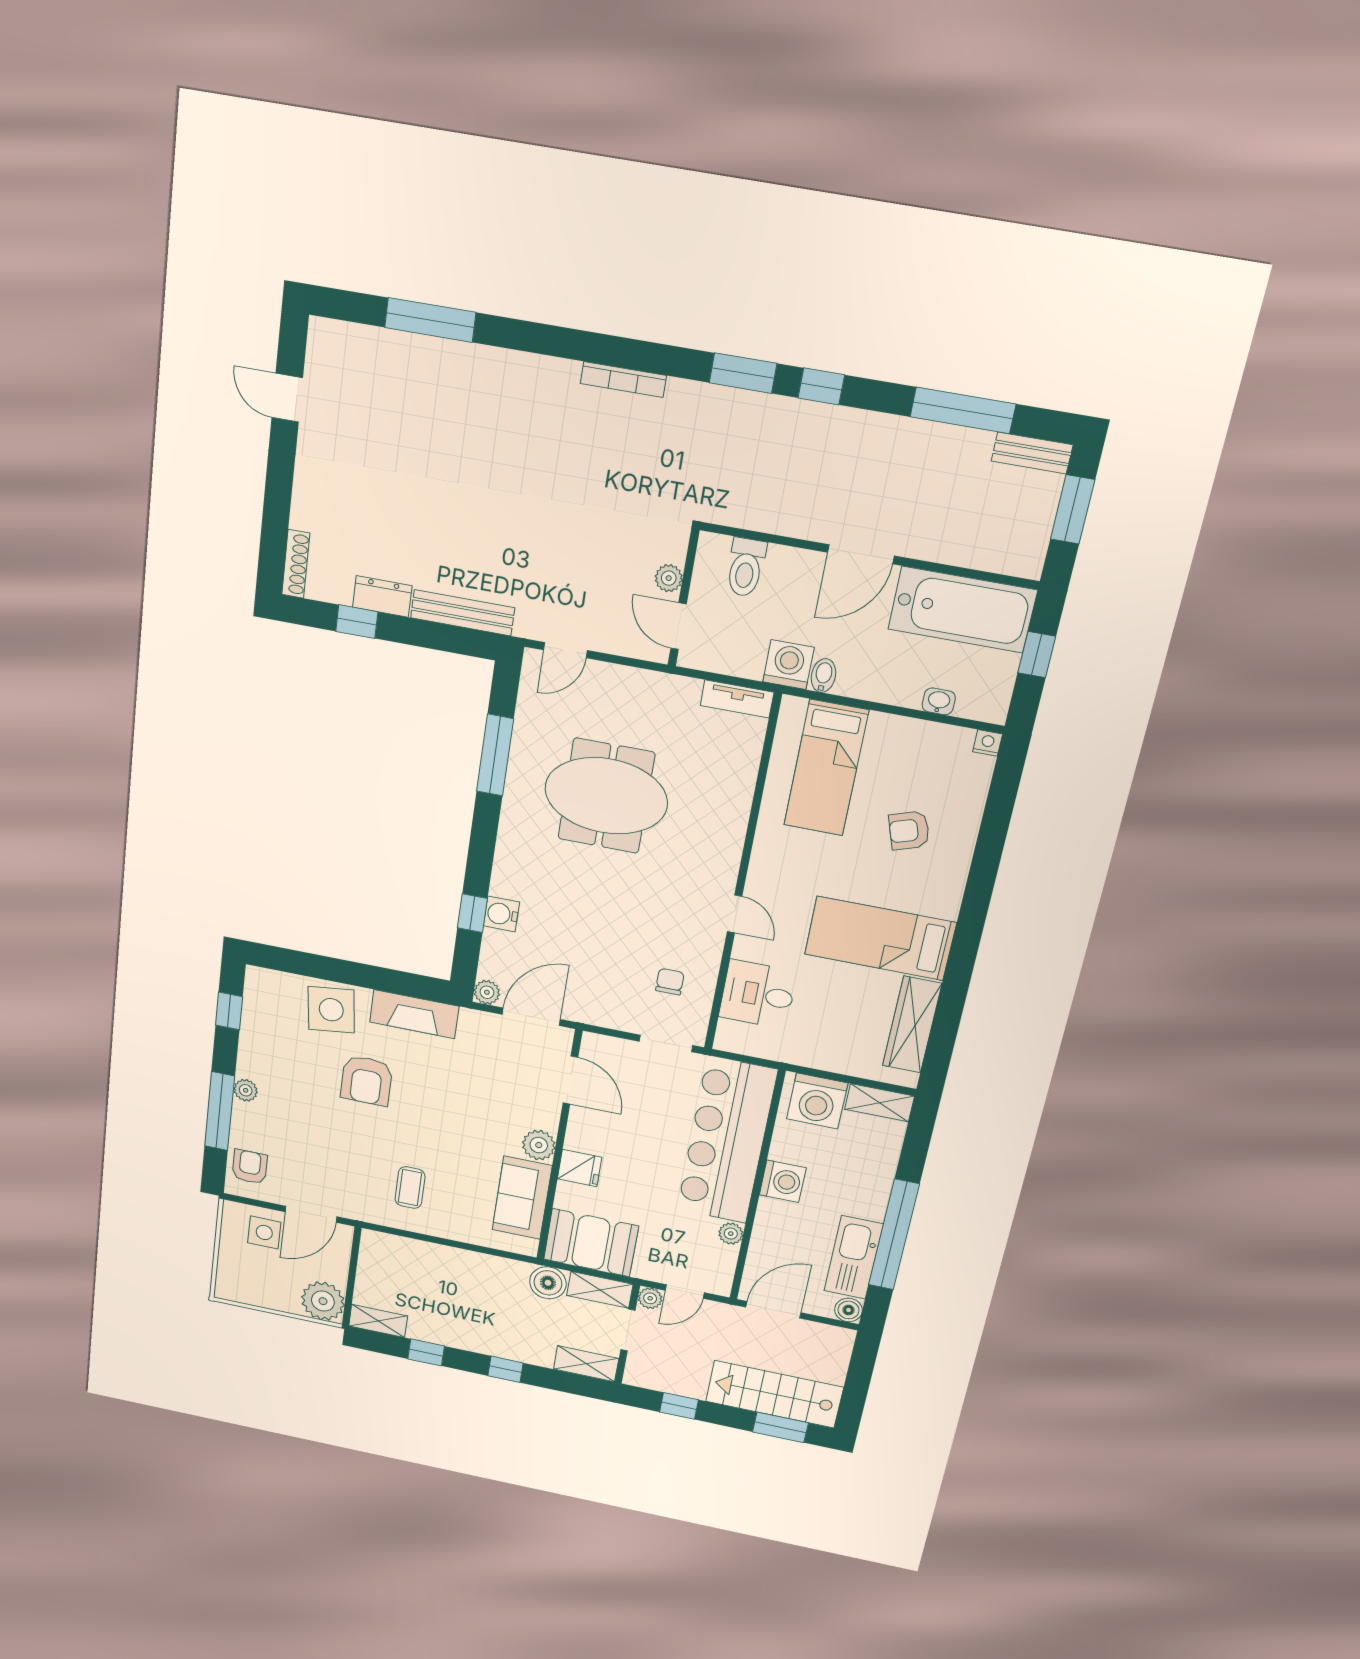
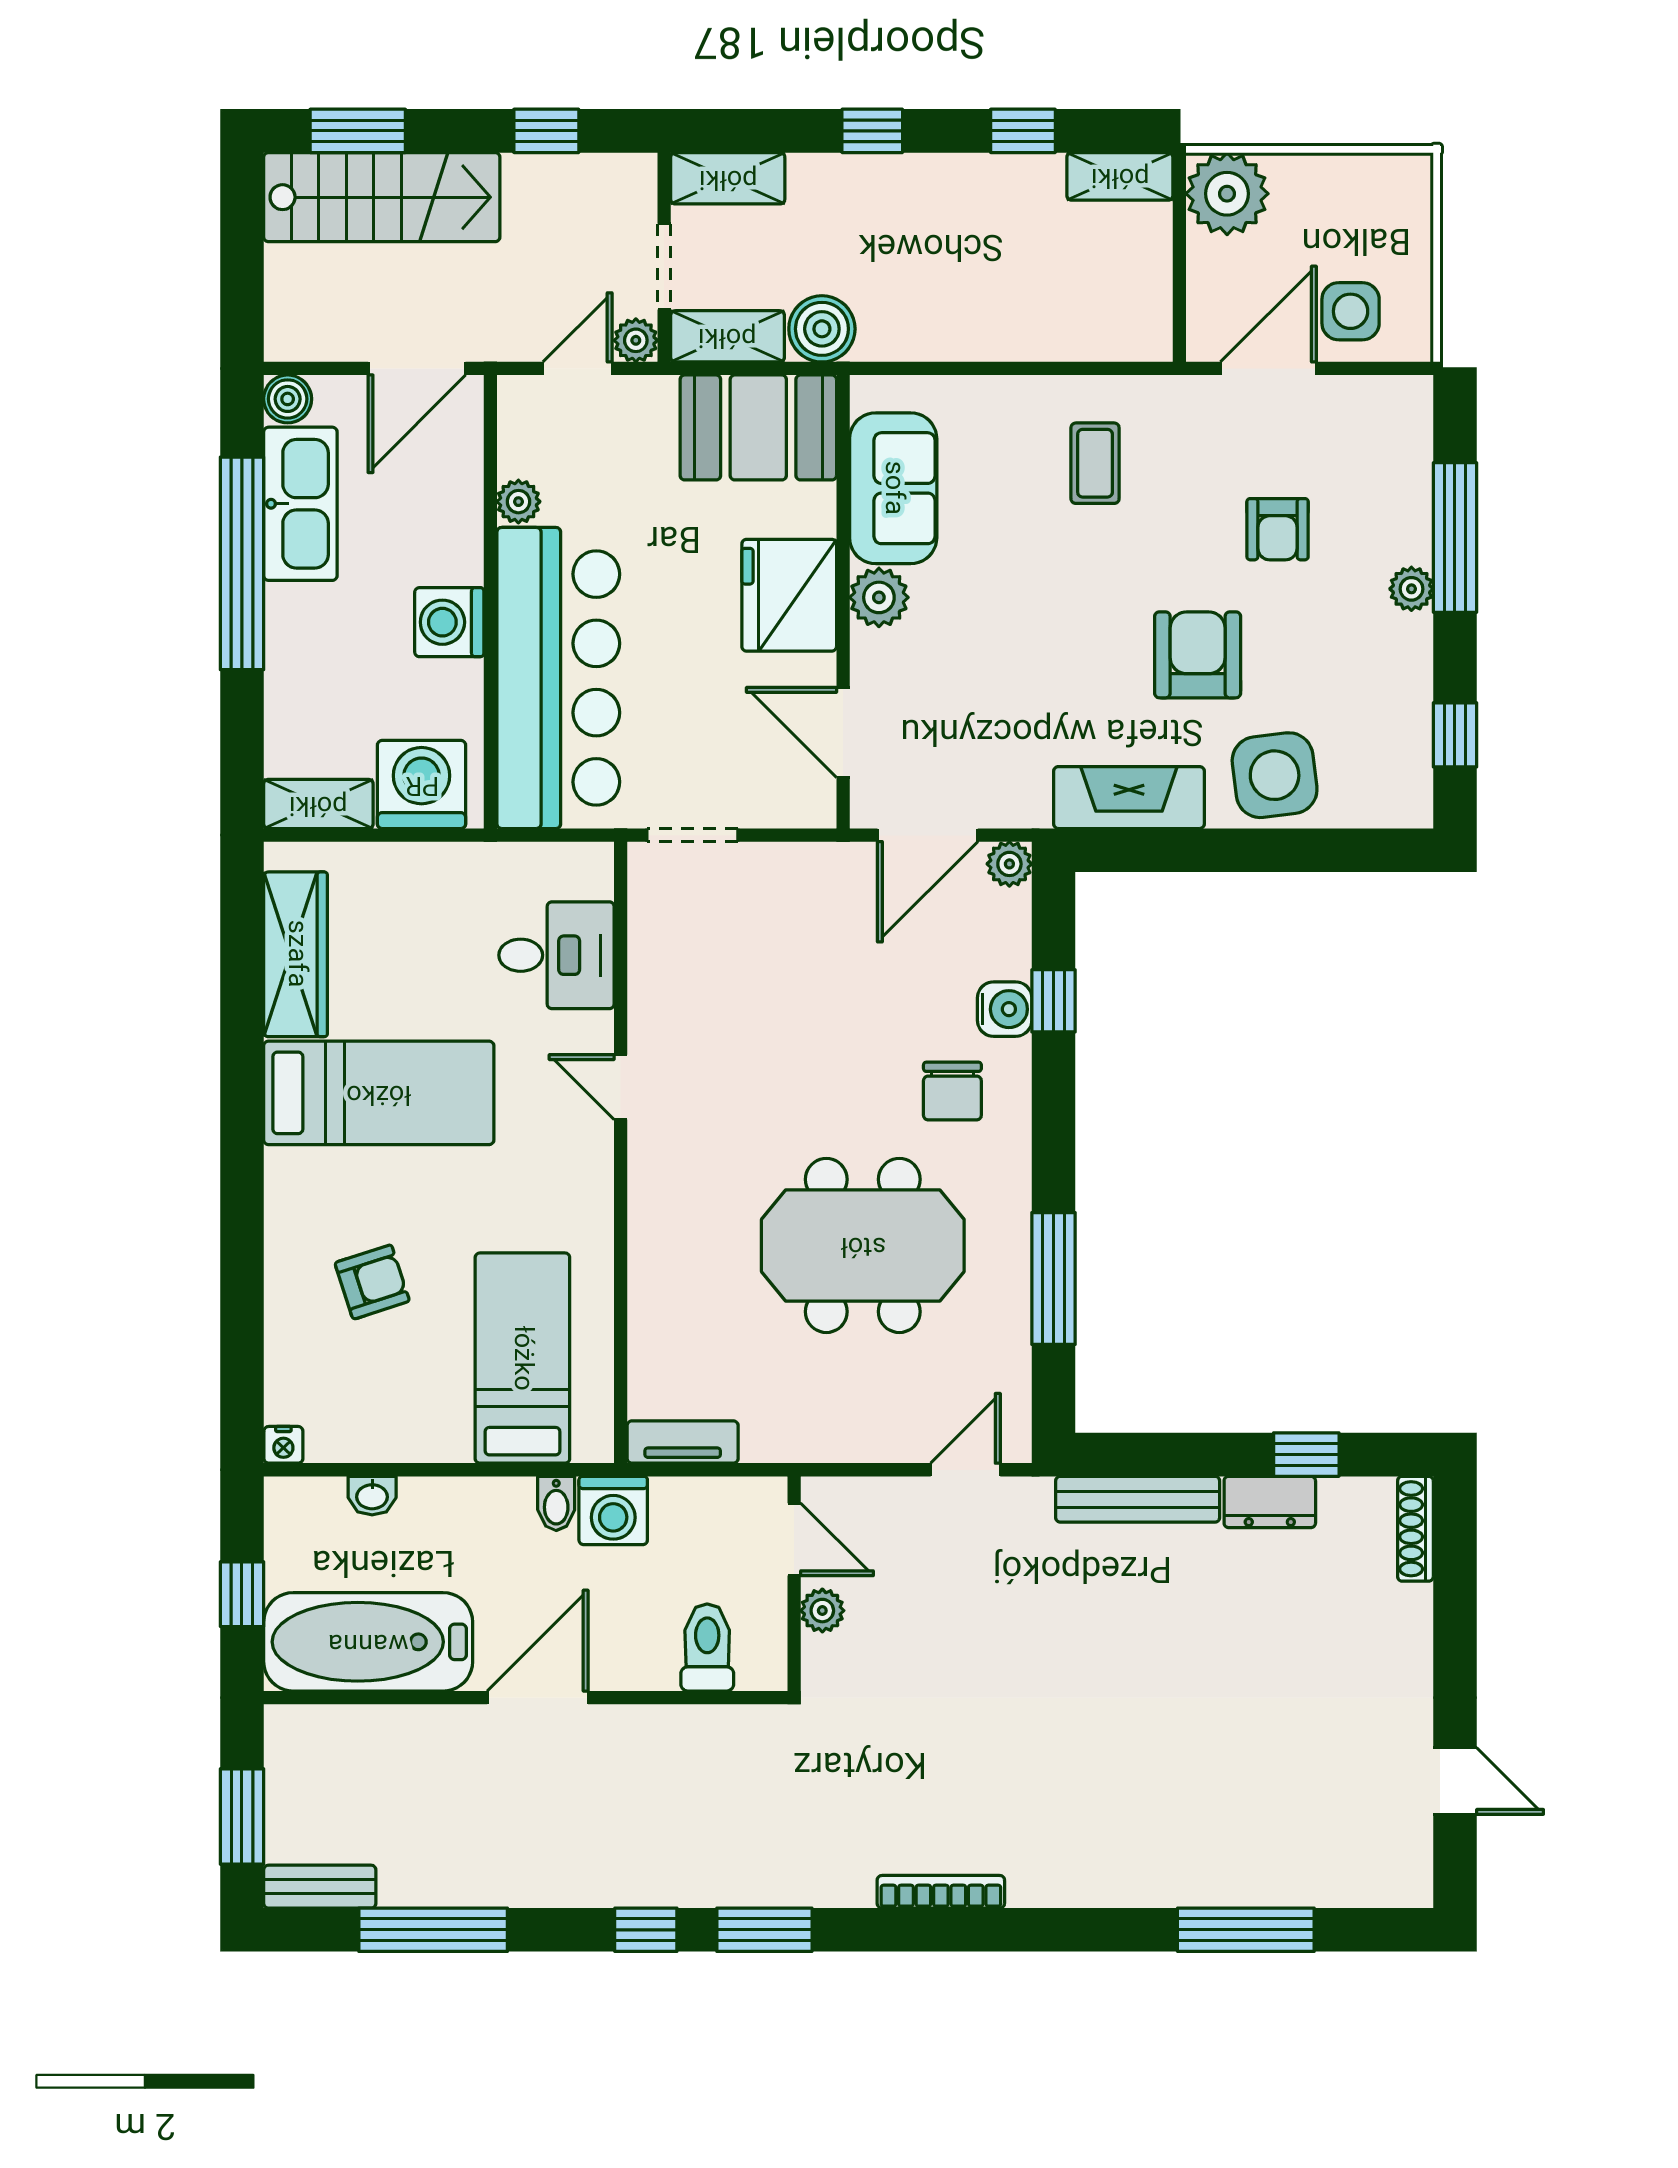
chair: (670, 982) -> (952, 1091), moved, width x1.37, depth x1.37
armchair: (250, 1167) -> (1278, 529), moved
fridge: (580, 1168) -> (789, 595), width x1.88, depth x1.34

